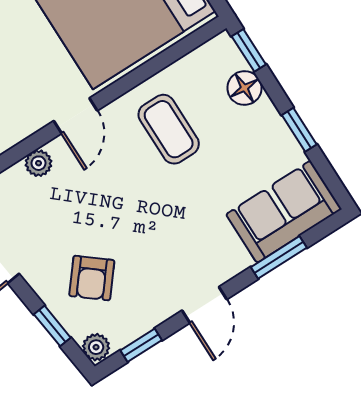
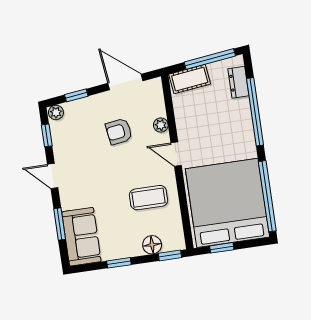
armchair: (92, 278) -> (119, 132), moved, turned -47

